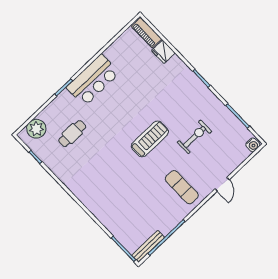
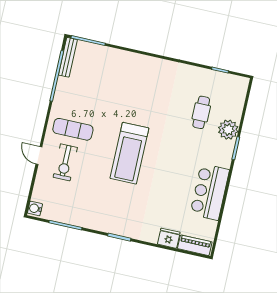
bar counter: (93, 80) -> (210, 192), moved
plant: (36, 129) -> (228, 130), moved
exercise bike: (194, 137) -> (65, 162), moved
treadmill: (150, 139) -> (129, 153), width x1.37, depth x1.38

